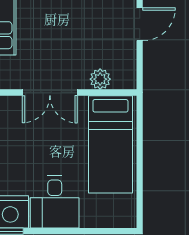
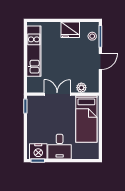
double door: (50, 92) -> (57, 94), swing flipped

